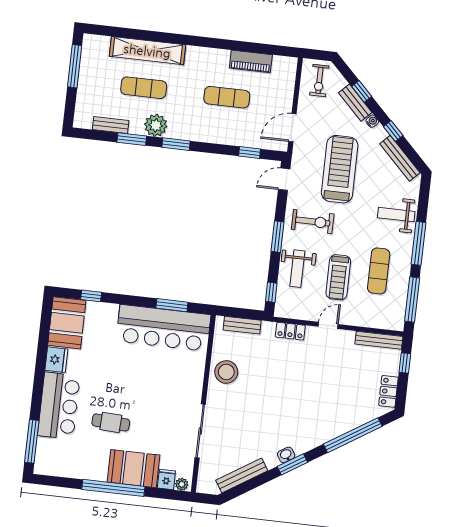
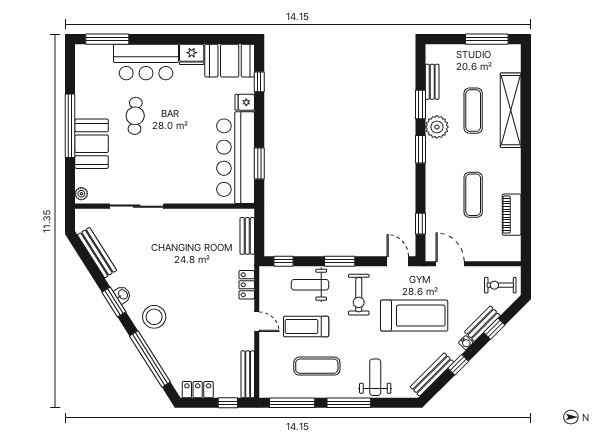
stool: (226, 372) -> (154, 317), moved
fridge: (166, 479) -> (245, 102), moved, turned 180

